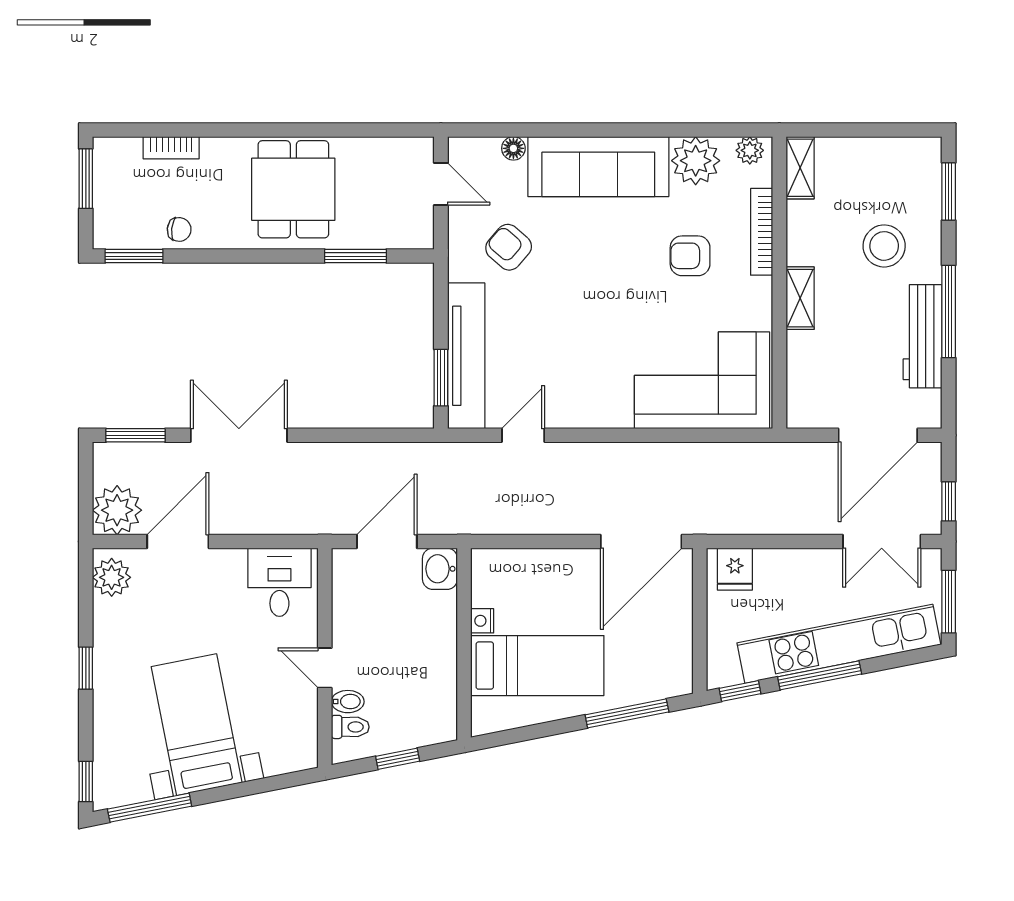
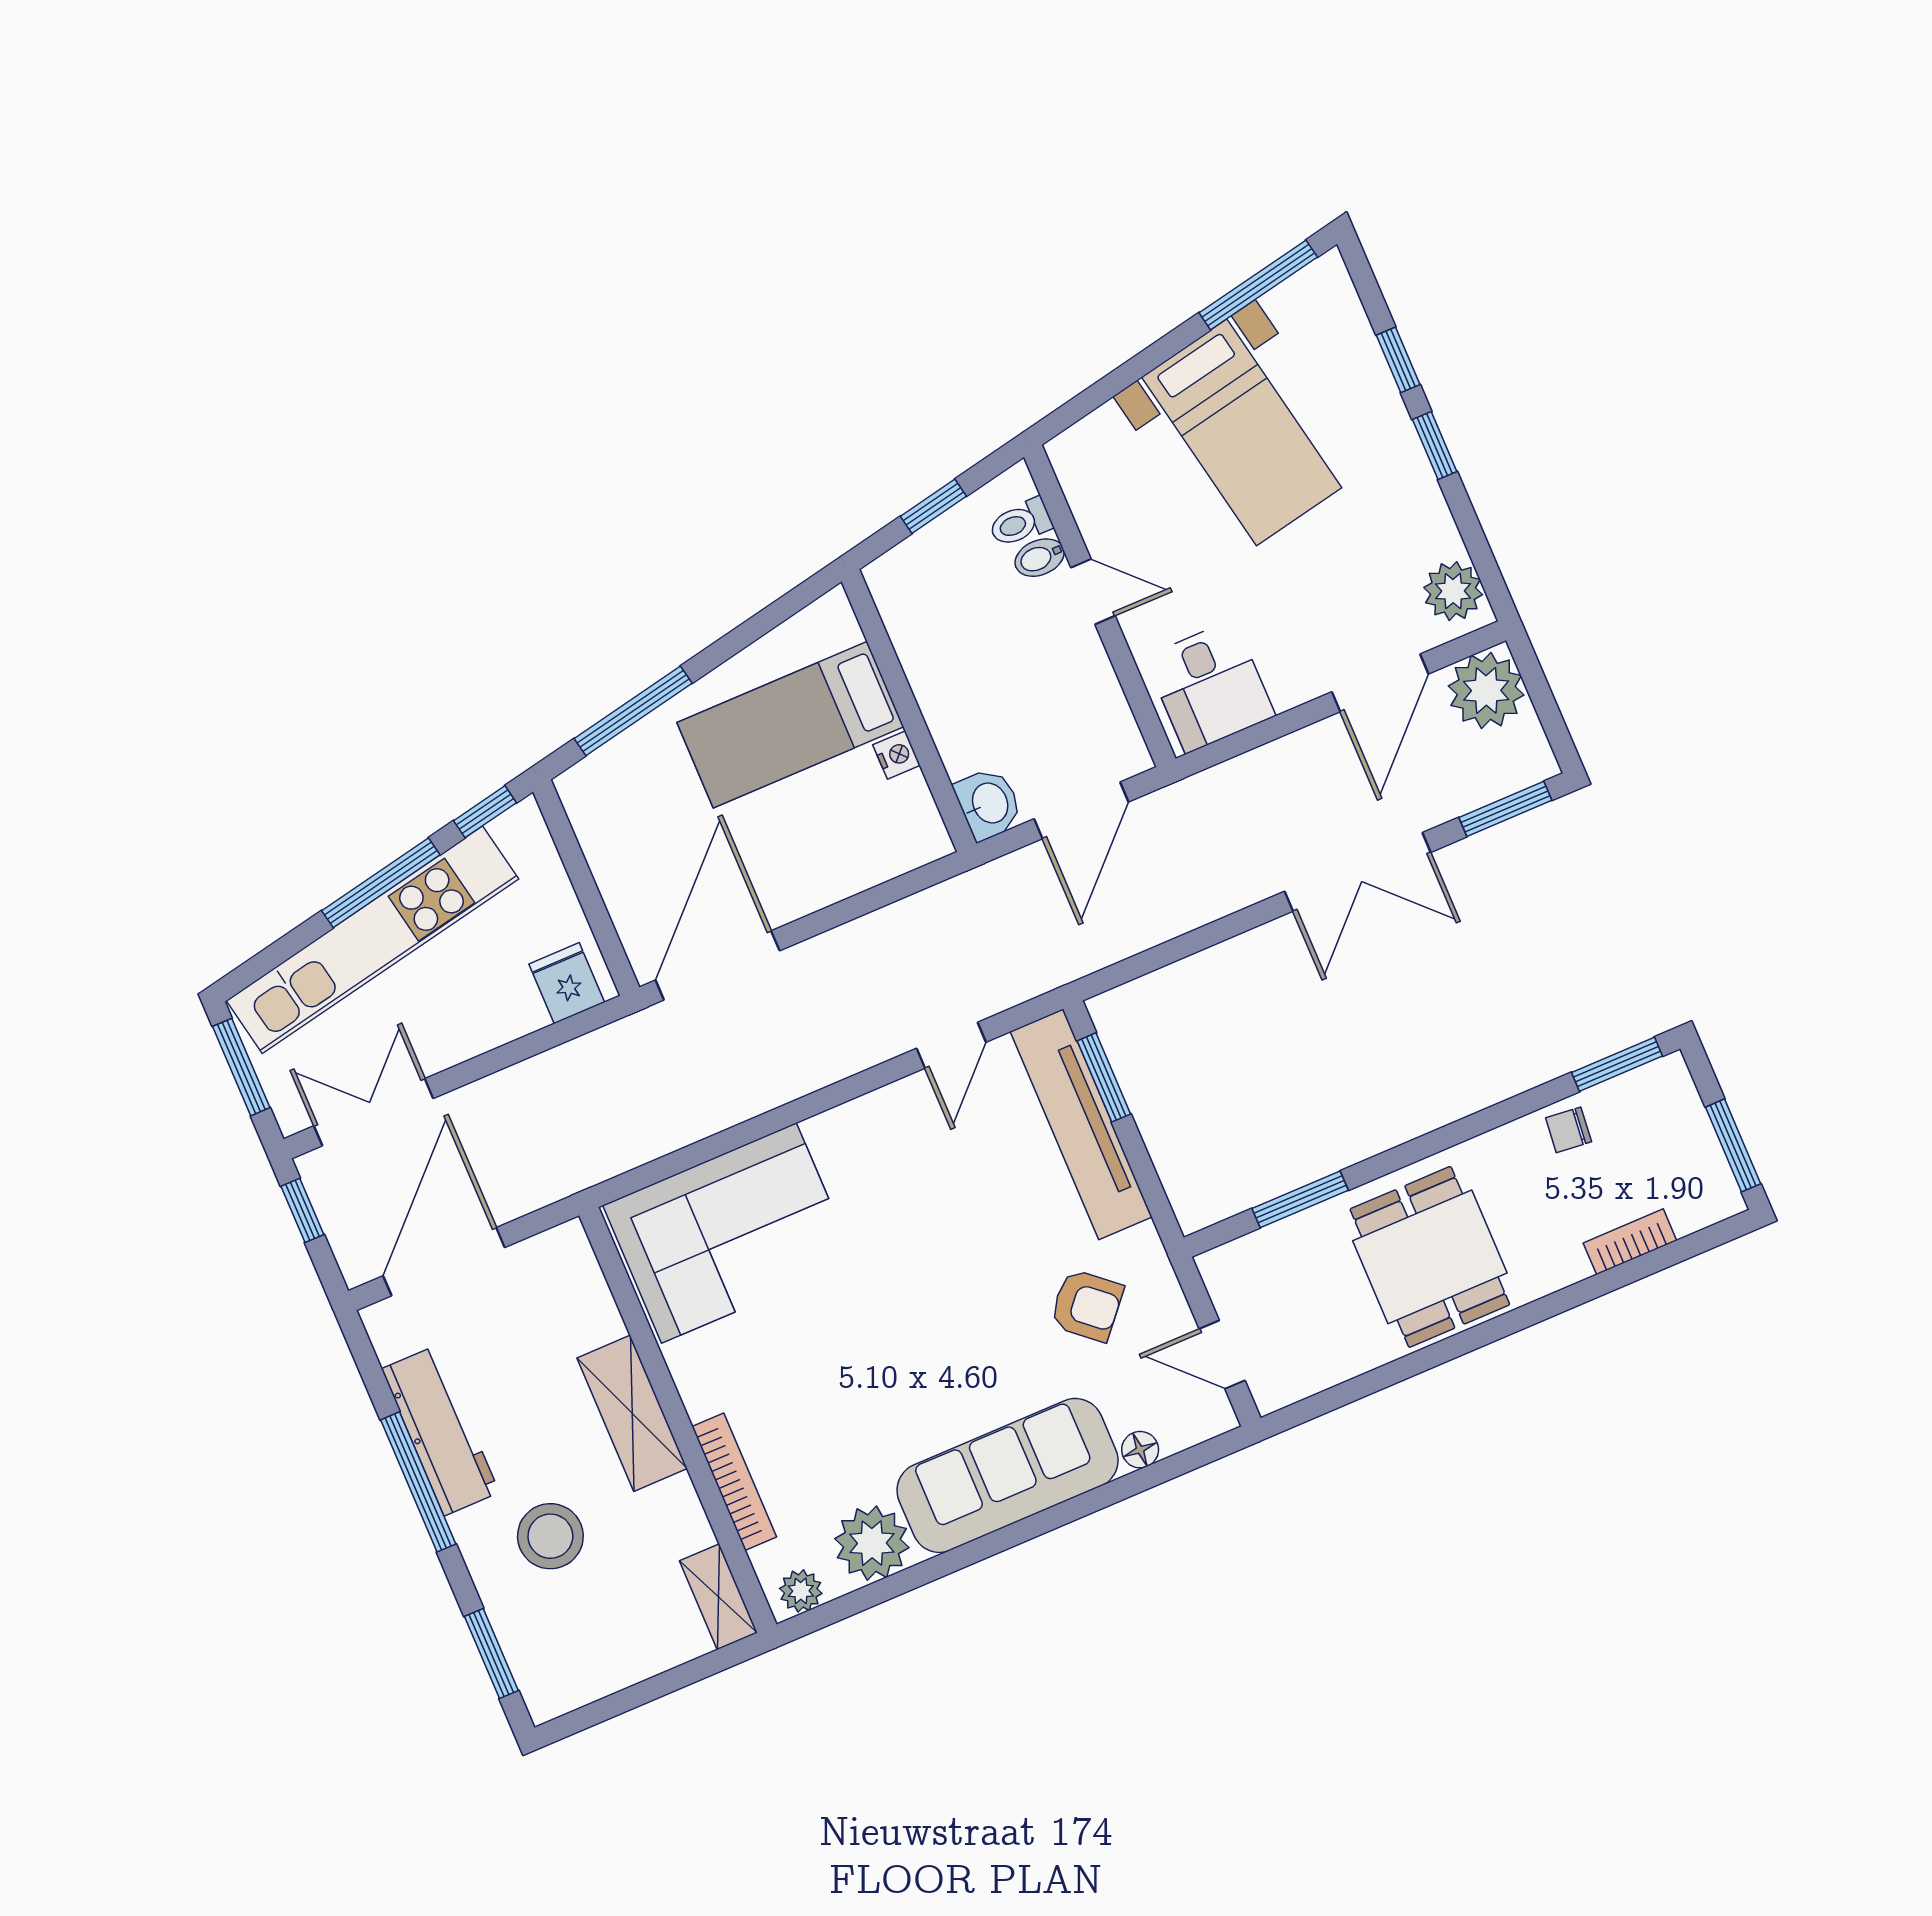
armchair: (690, 256) -> (822, 1404), removed
shelving: (800, 298) -> (632, 1413), width x1.50, depth x1.33
window: (86, 781) -> (1398, 360), moved

